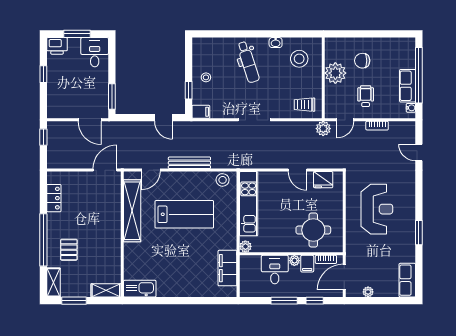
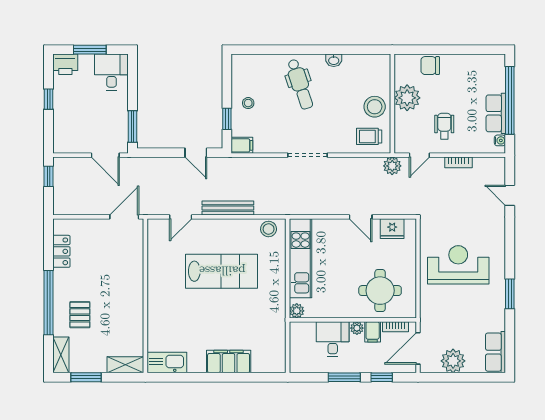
stool: (299, 59) -> (375, 107), moved
chair: (362, 61) -> (430, 66), moved
reception desk: (377, 209) -> (458, 265), turned -90
shelving: (132, 211) -> (158, 267), removed
filing cabinet: (227, 268) -> (229, 362), moved, turned 90
plant: (368, 292) -> (453, 361), width x1.88, depth x1.88

